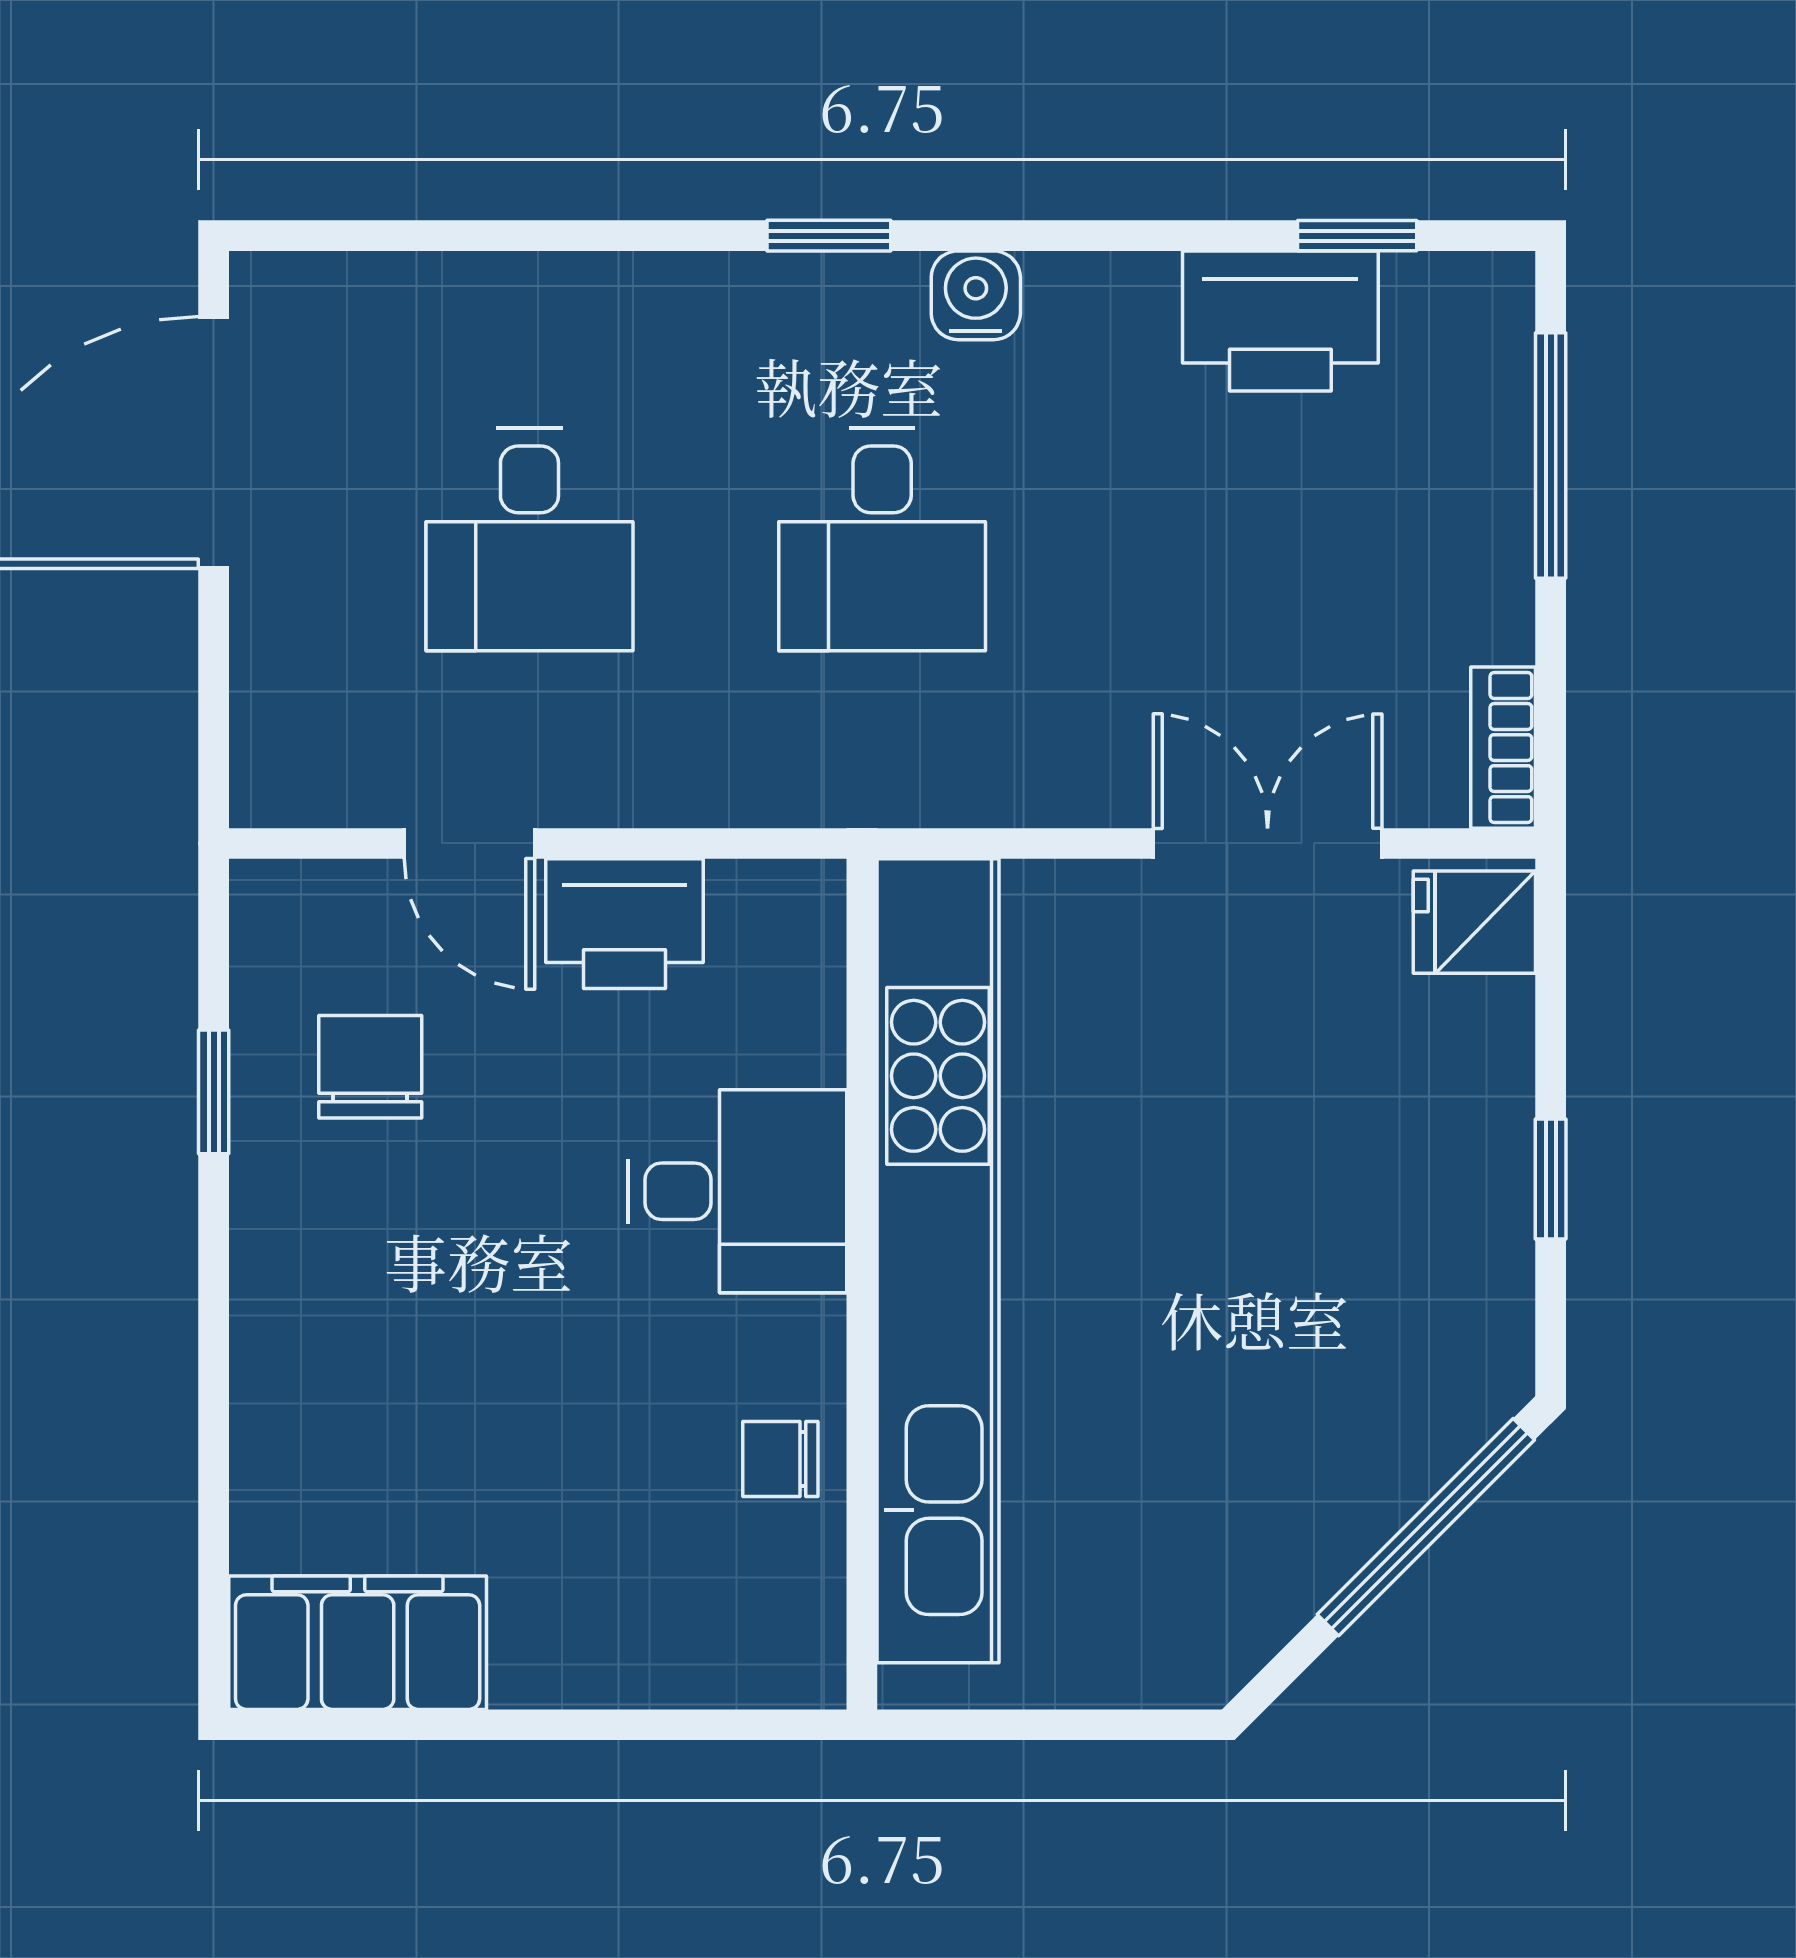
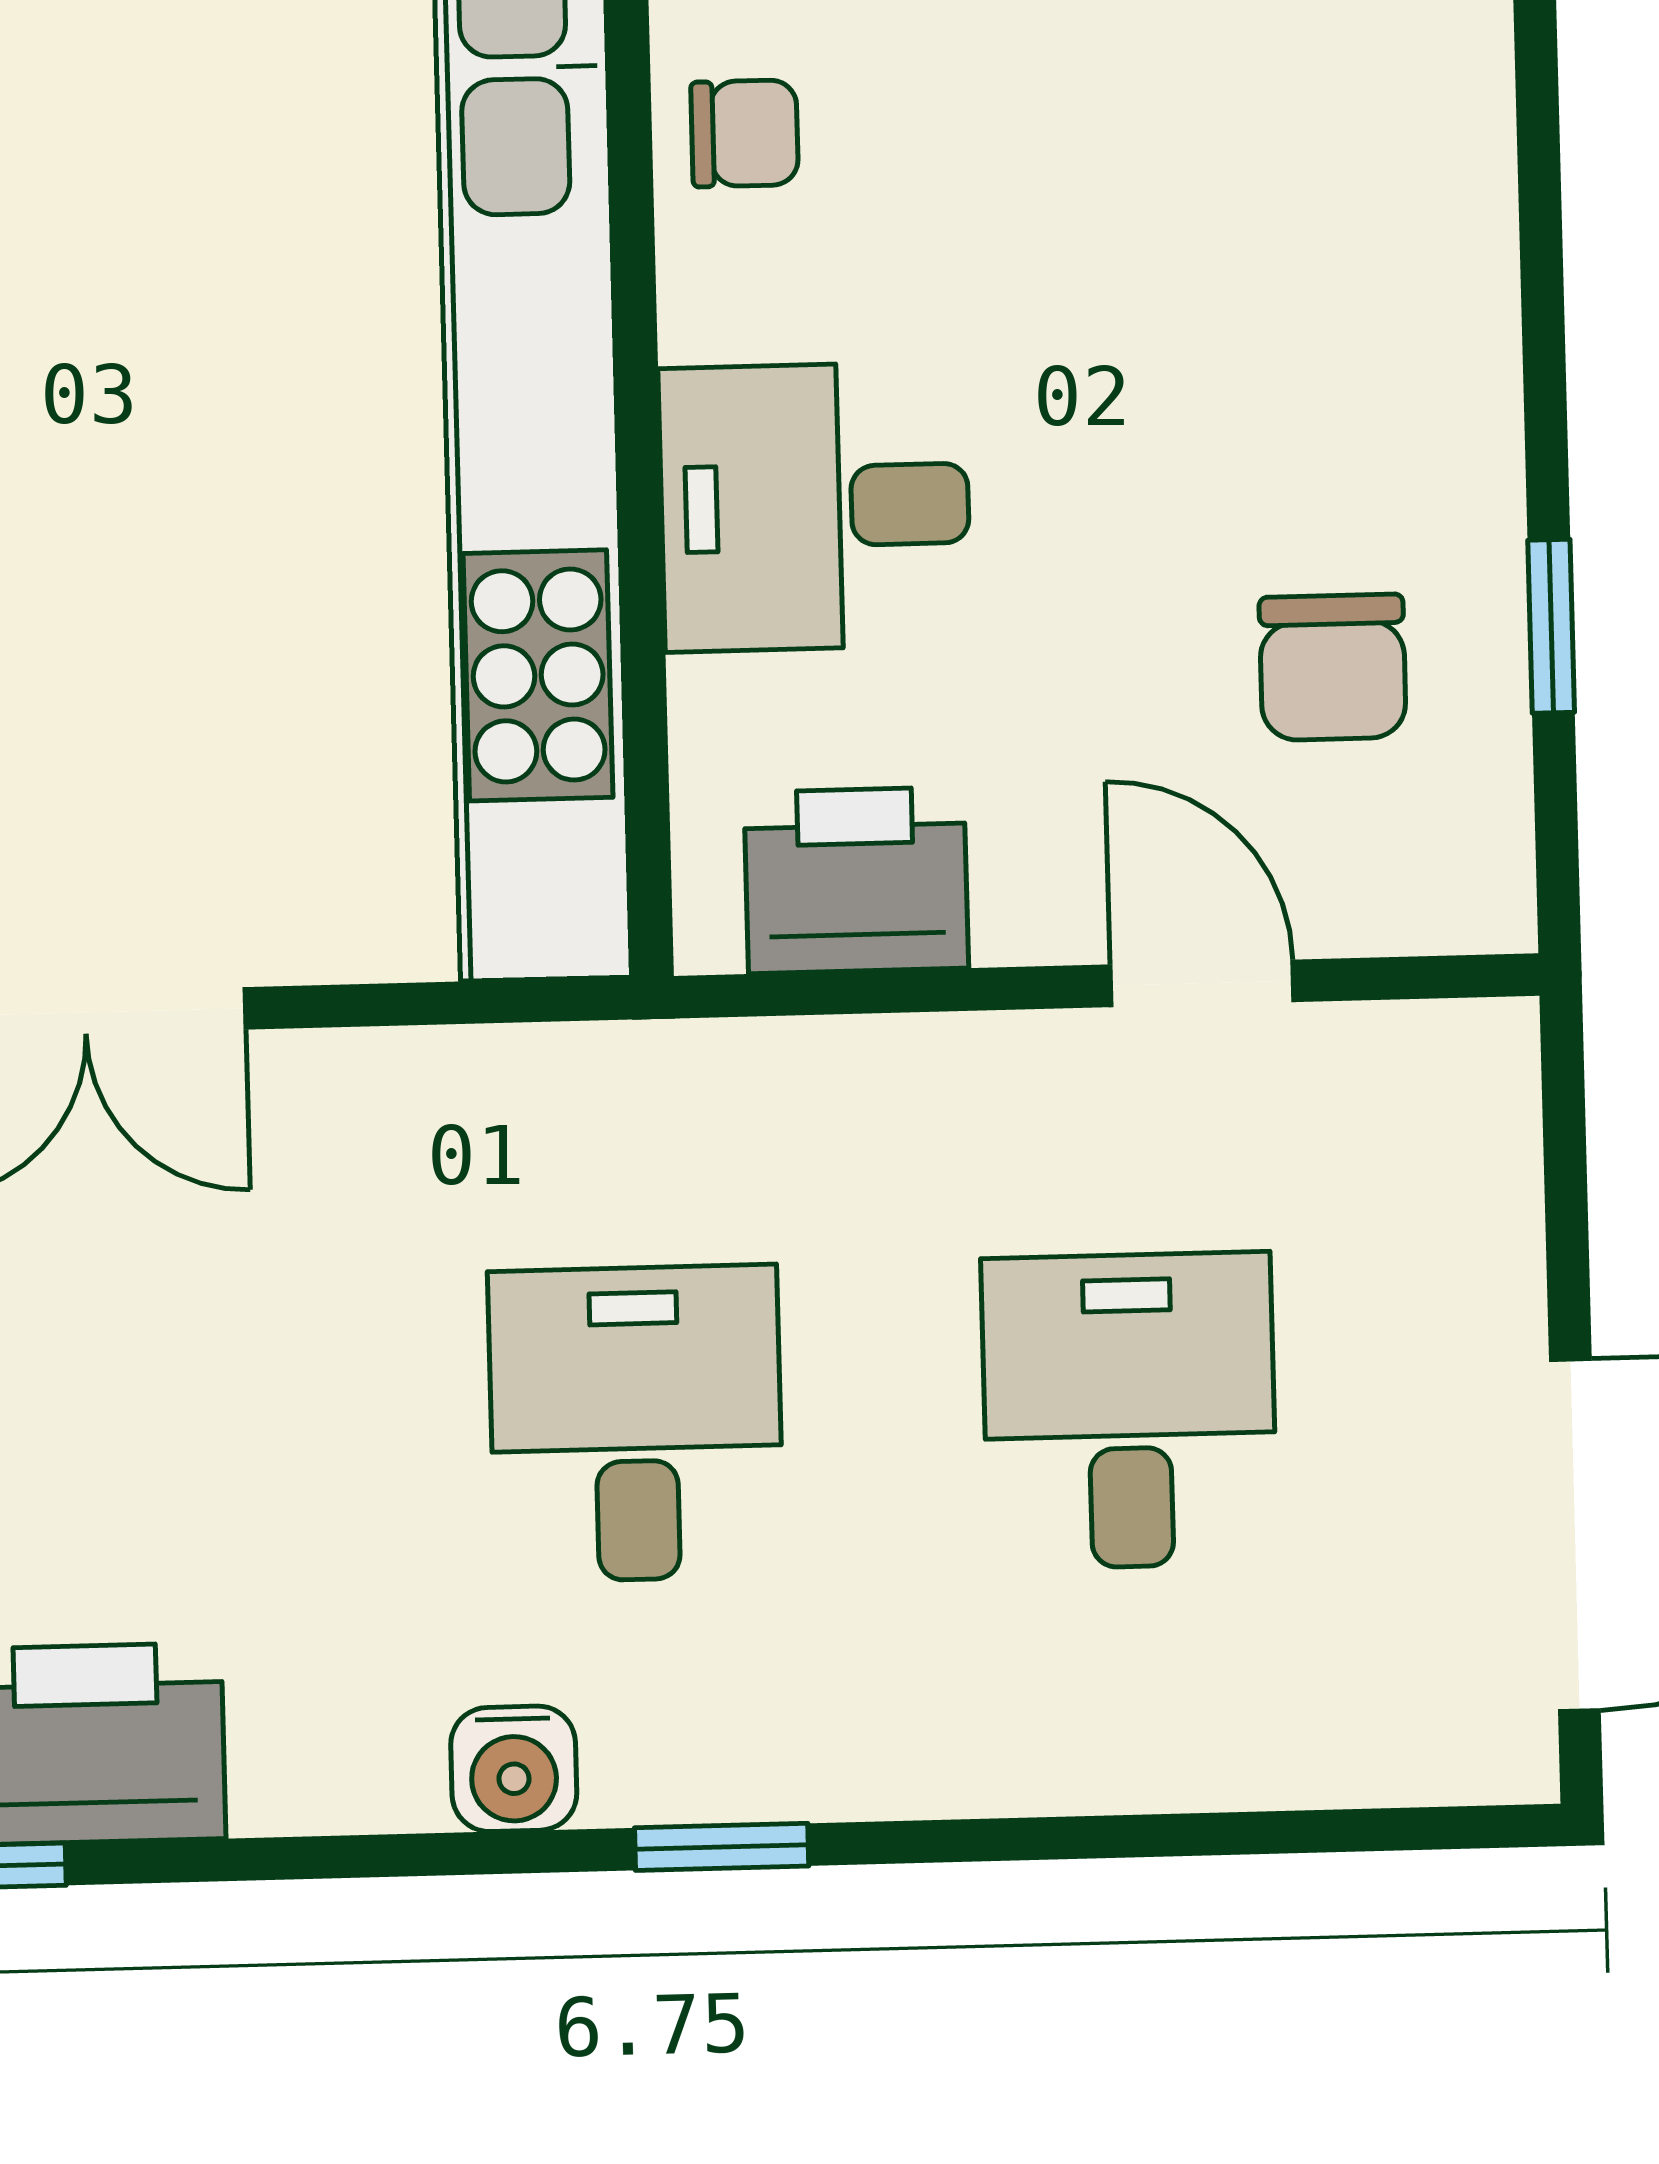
printer: (625, 924) -> (856, 880), moved

